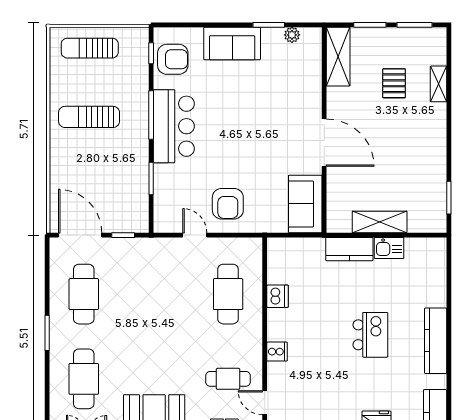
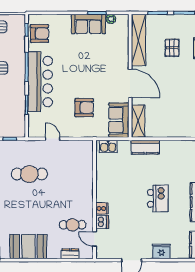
sofa: (232, 43) -> (88, 24), moved
shelving: (338, 57) -> (139, 40), width x1.47
bar counter: (174, 126) -> (40, 82), width x1.36
armchair: (228, 204) -> (84, 108), moved, turned -90
shelving: (380, 222) -> (138, 121), moved, turned 90
kitchen sink: (389, 248) -> (108, 146), moved
cafe table: (228, 294) -> (29, 174), moved, turned 90
dishwasher: (277, 296) -> (102, 222), moved

